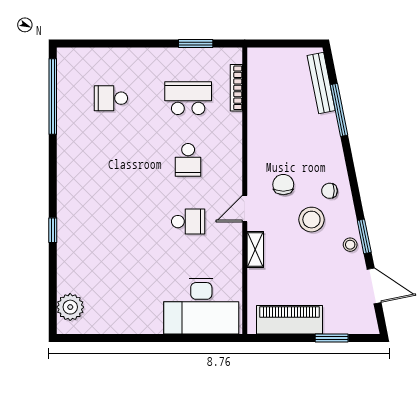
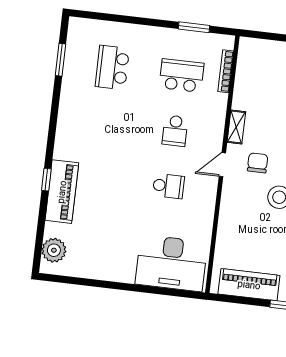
window: (53, 96) -> (60, 60), width x0.47
school desk: (111, 98) -> (112, 67), width x1.85
door: (245, 209) -> (222, 165), moved
piano: (71, 241) -> (62, 192), added
shelving: (255, 250) -> (236, 127), moved

